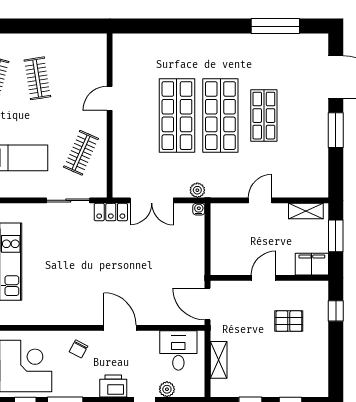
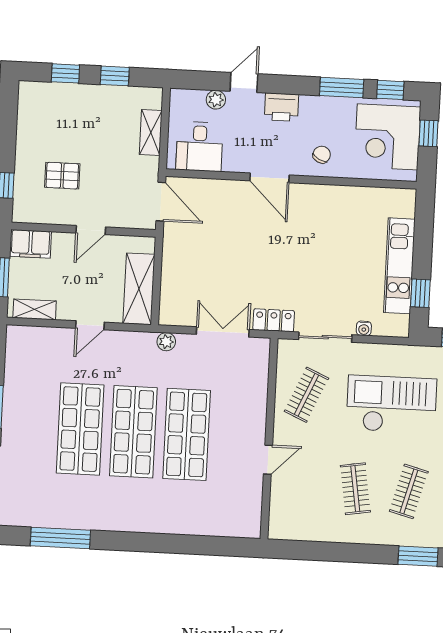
shop shelf: (264, 116) -> (80, 429), width x1.43, depth x1.36
water cooler: (199, 209) -> (364, 328), moved
shelving: (222, 232) -> (139, 289), added

